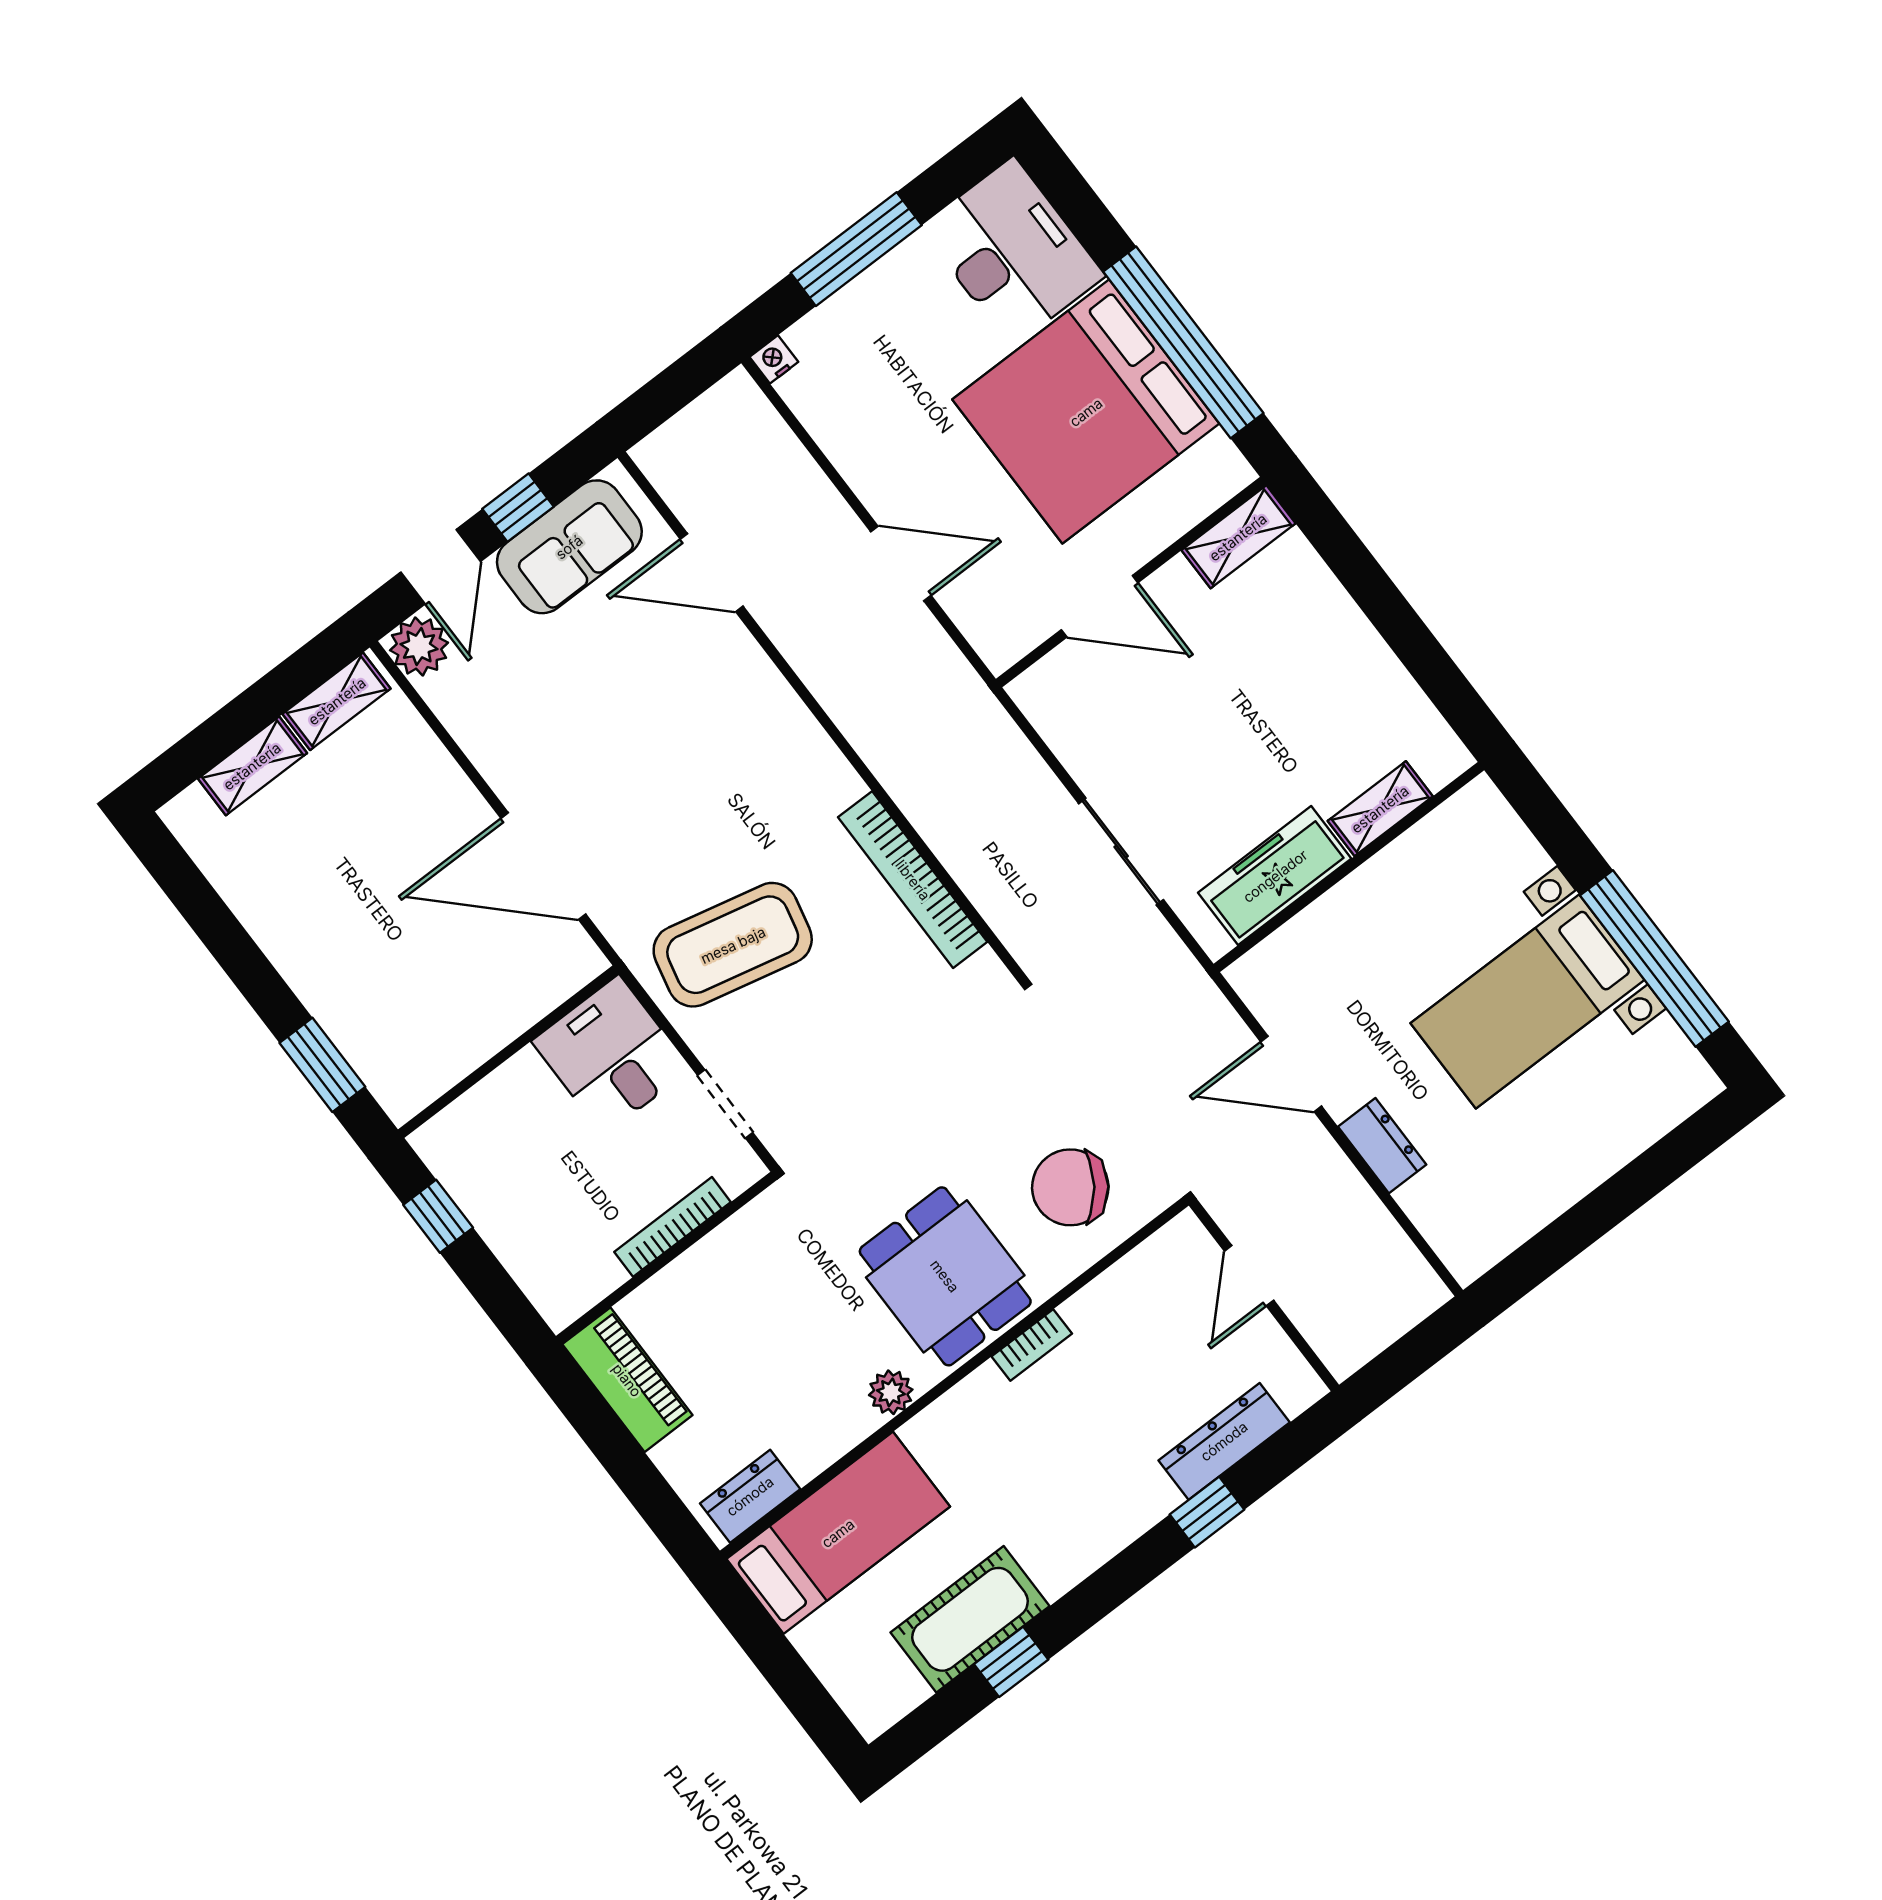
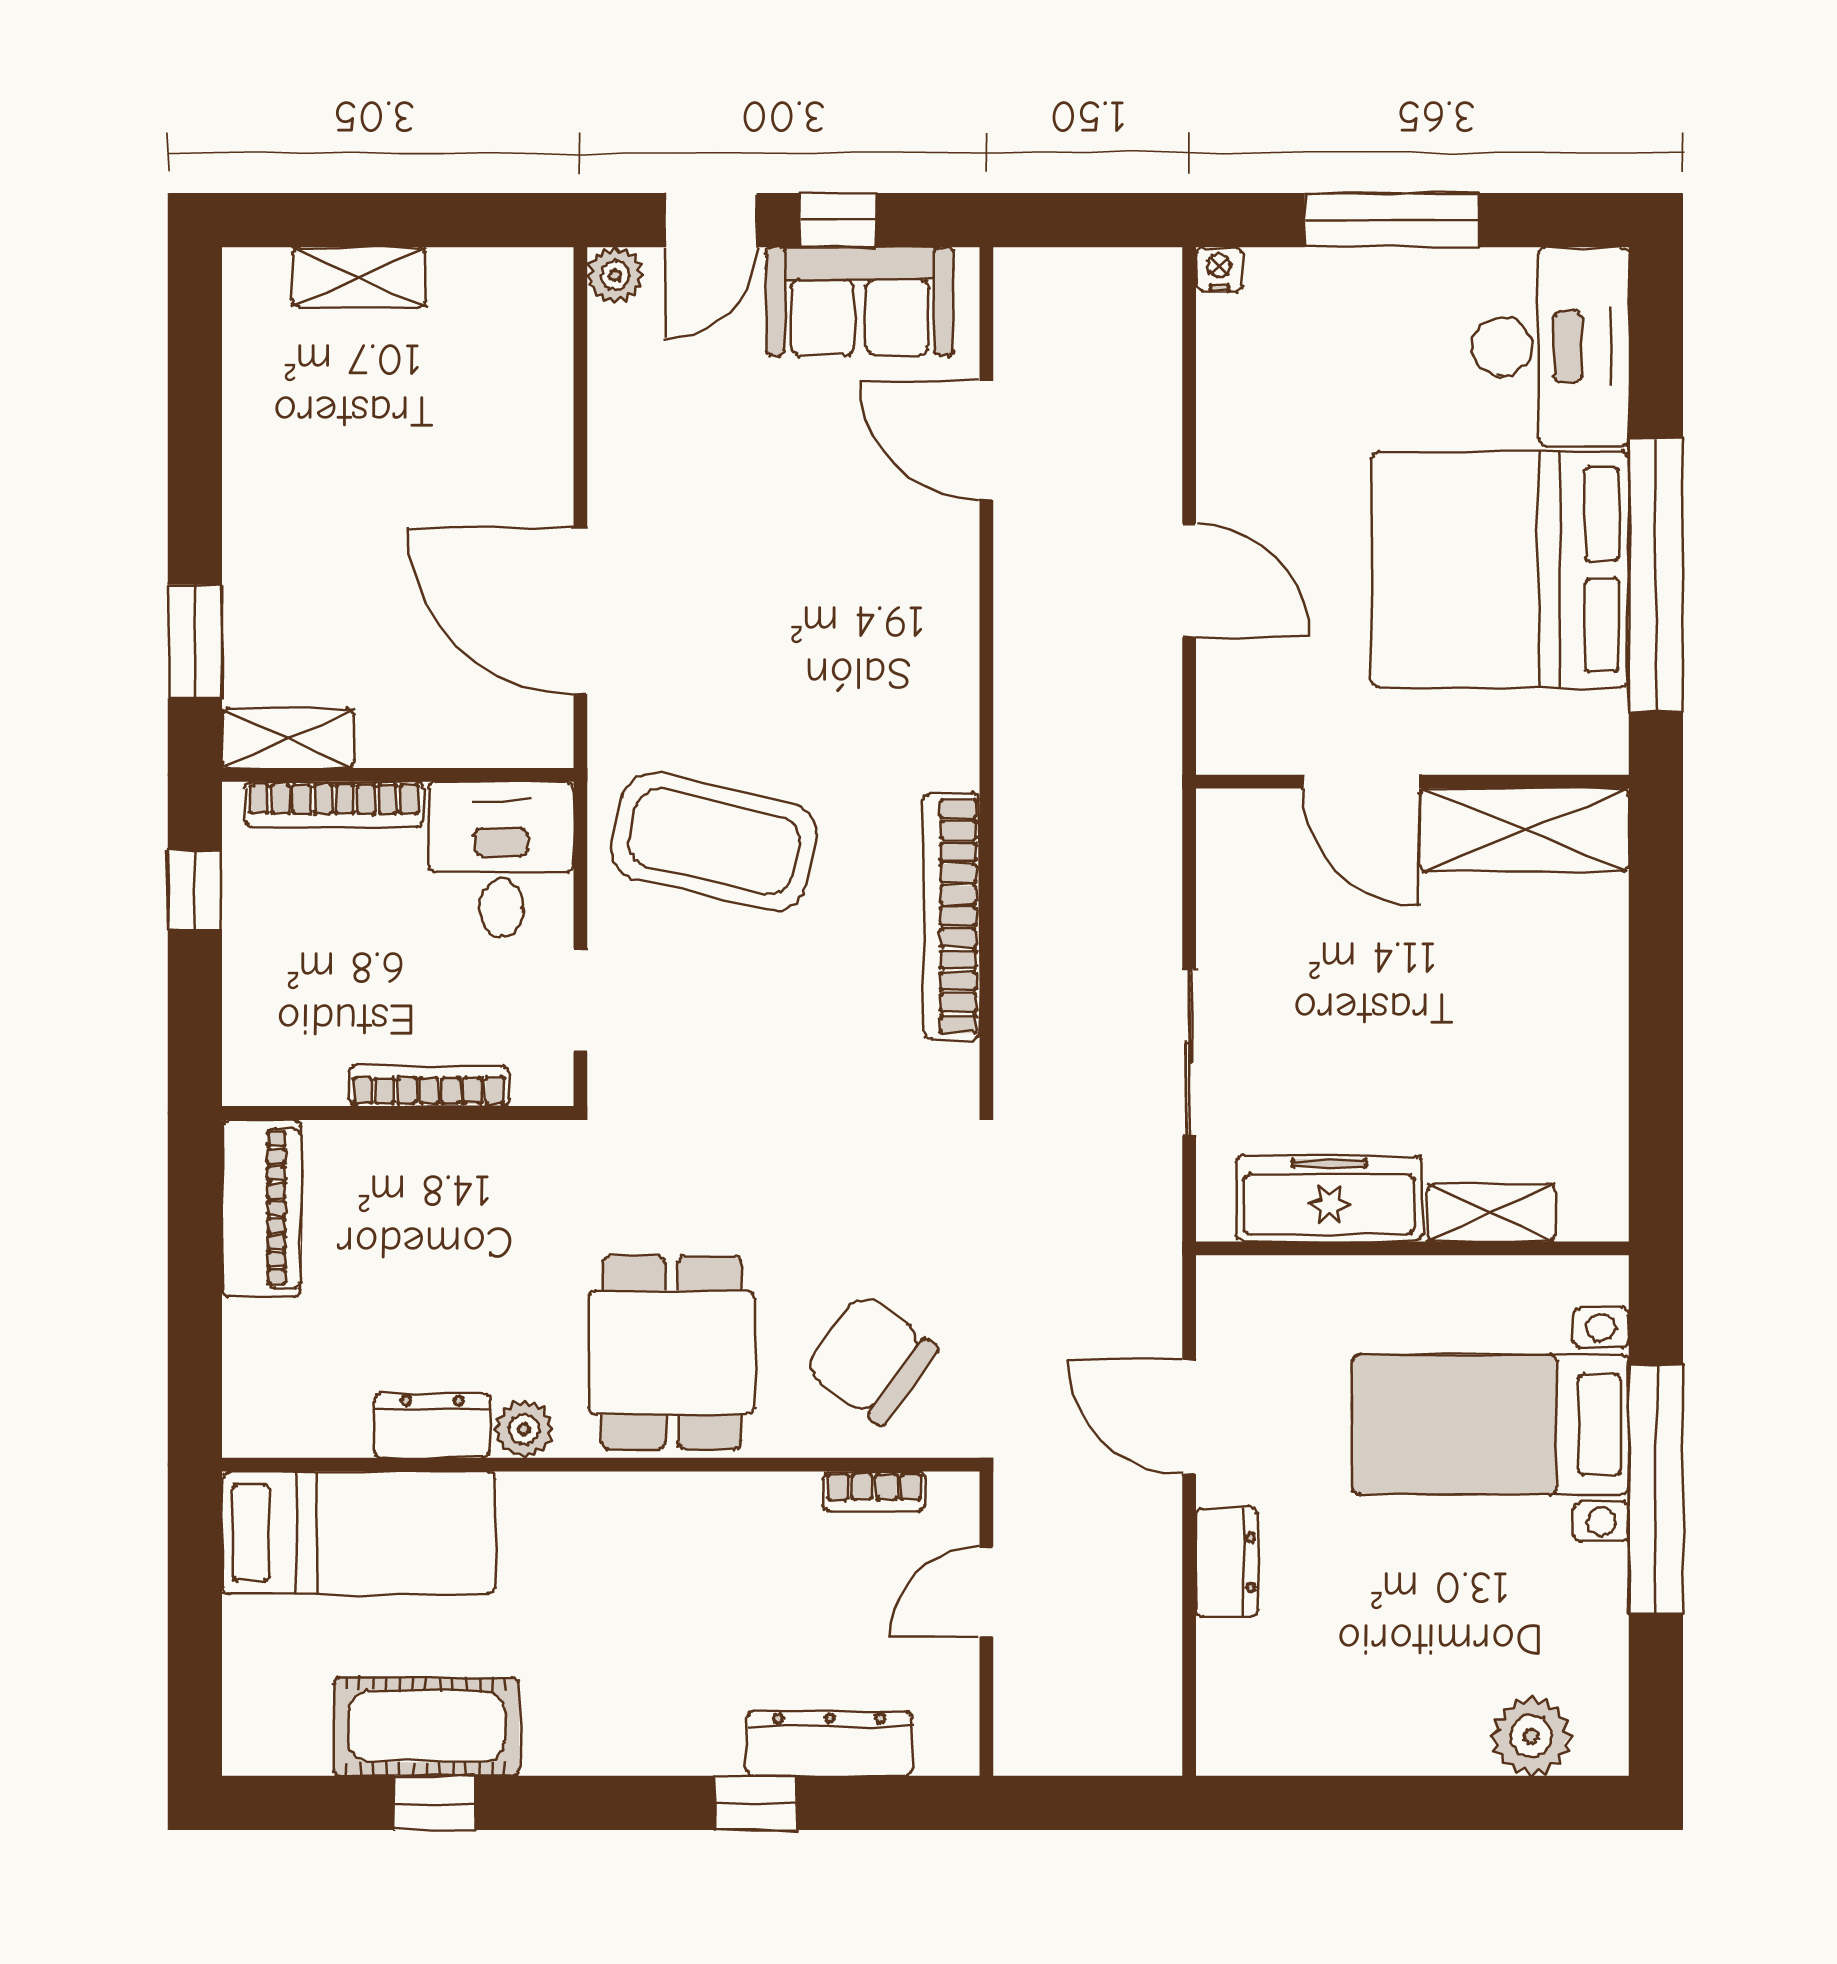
shelving: (1238, 537) -> (1524, 830), width x1.50, depth x1.33
plant: (419, 647) -> (615, 275), width x0.73, depth x0.73
shelving: (337, 701) -> (288, 738), moved
window: (1654, 958) -> (1656, 1490), moved
bed with nightstands: (1527, 1002) -> (1491, 1425), moved
bookcase: (483, 1099) -> (334, 804), added
plant: (1649, 1109) -> (1531, 1736), added
bookcase: (1032, 1345) -> (874, 1492), moved
dresser: (750, 1496) -> (432, 1426), moved

